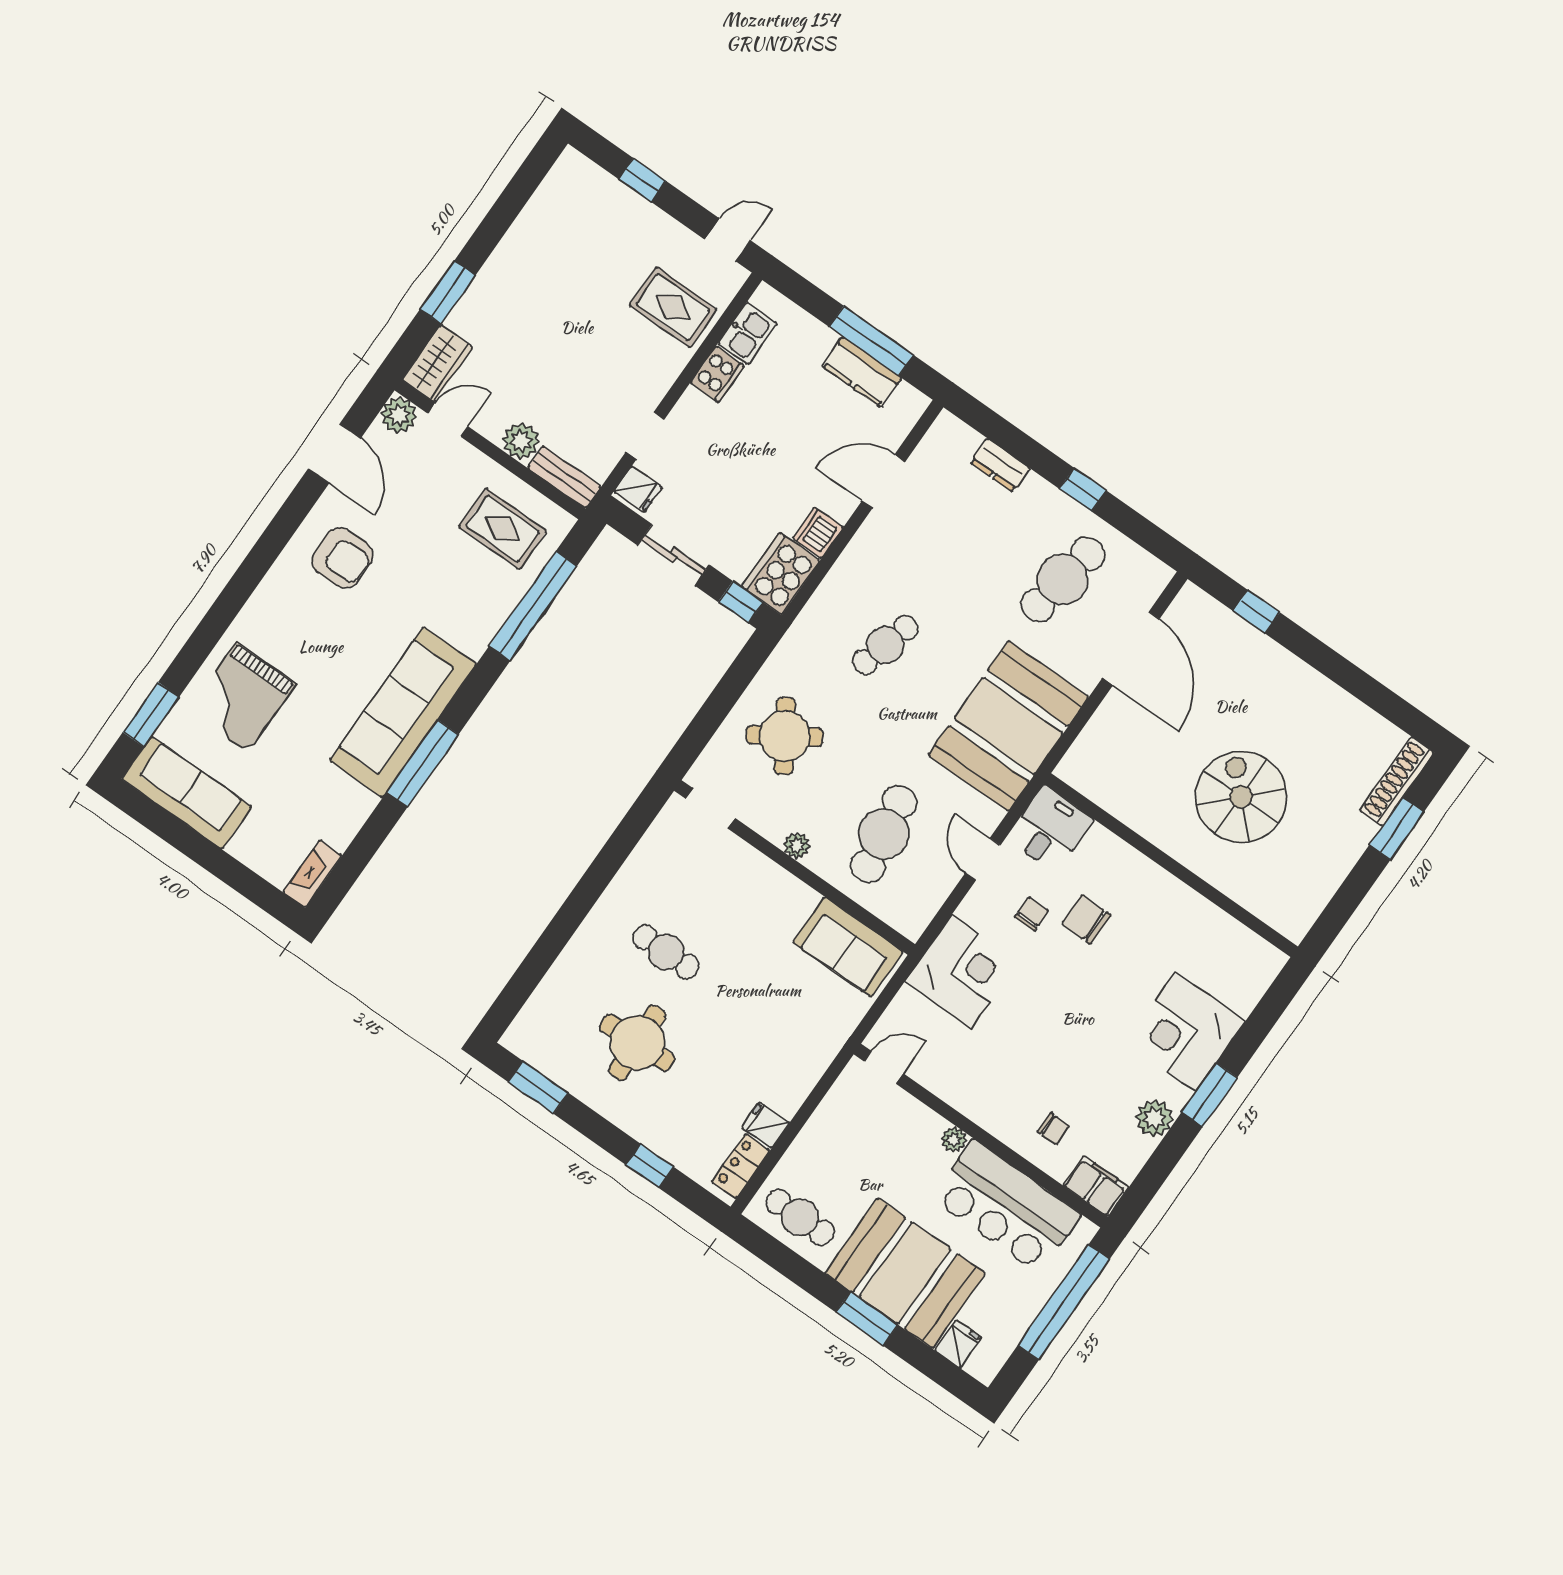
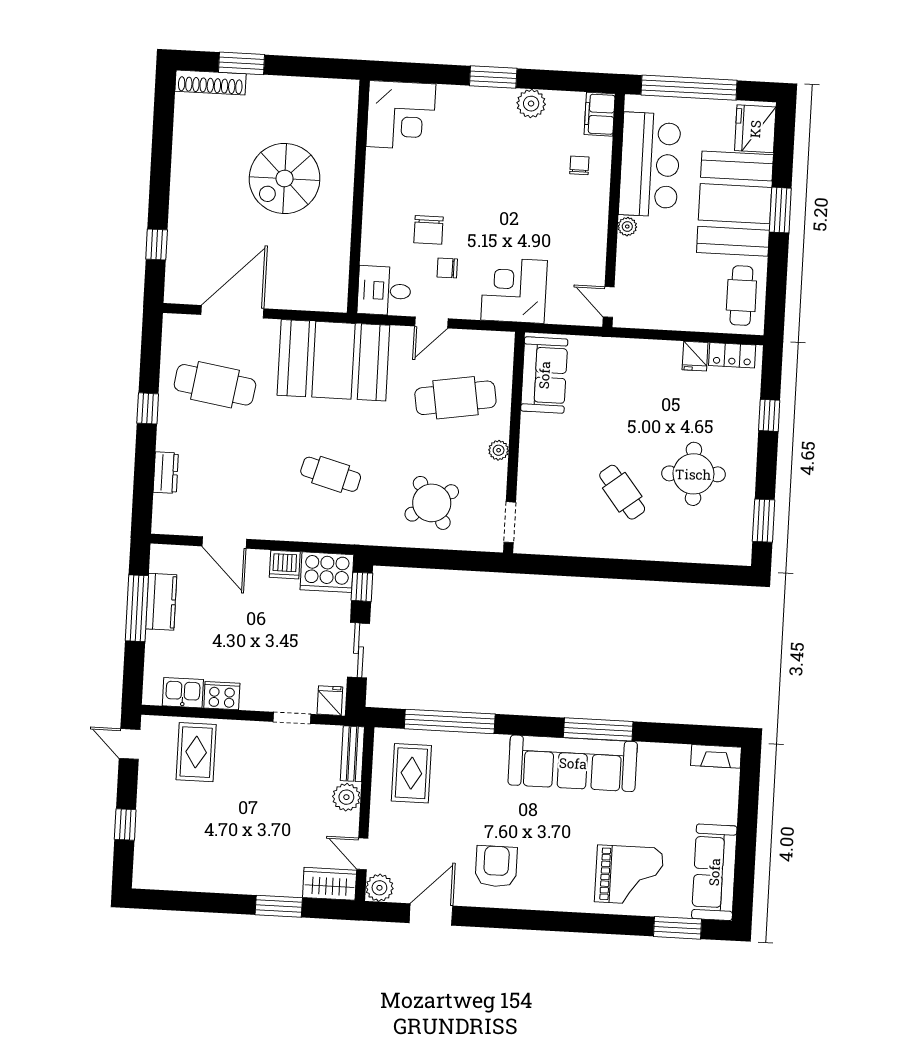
cafe table: (666, 952) -> (622, 492), turned -38
corner desk: (1186, 1032) -> (401, 115), moved
fridge: (958, 1344) -> (755, 129), width x1.88, depth x1.34

